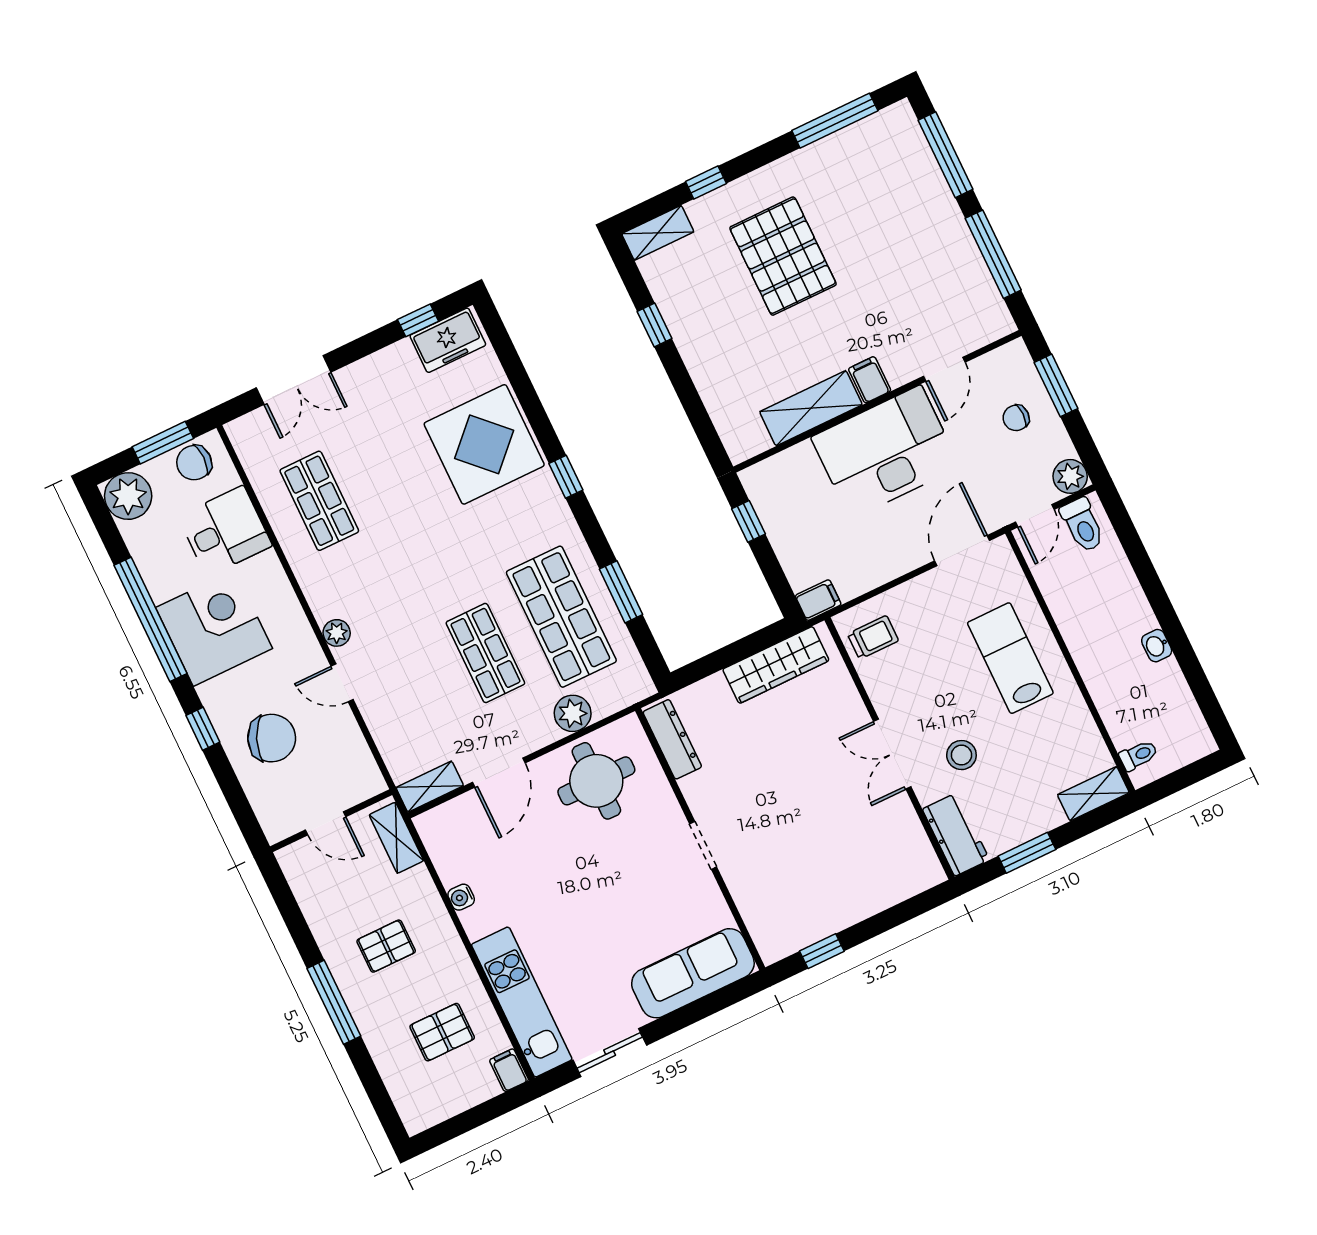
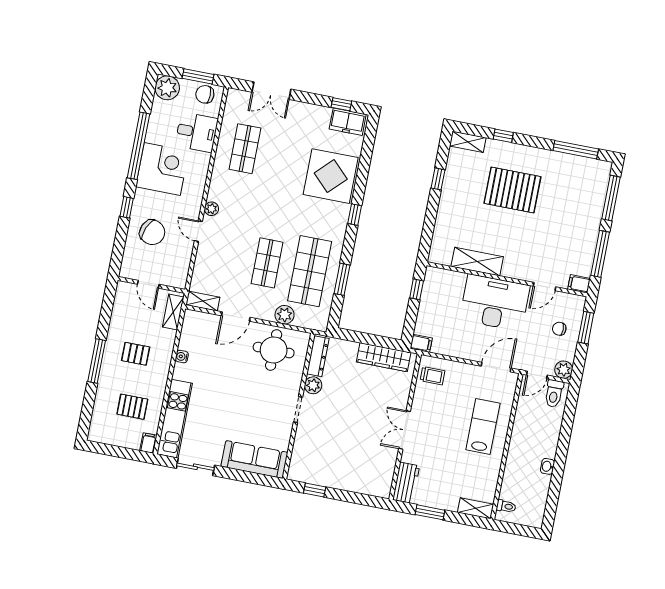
pallet: (783, 256) -> (512, 190), turned 90
filing cabinet: (870, 380) -> (579, 284), moved, turned -90
stool: (961, 755) -> (433, 452), removed
plant: (699, 790) -> (313, 385), added

